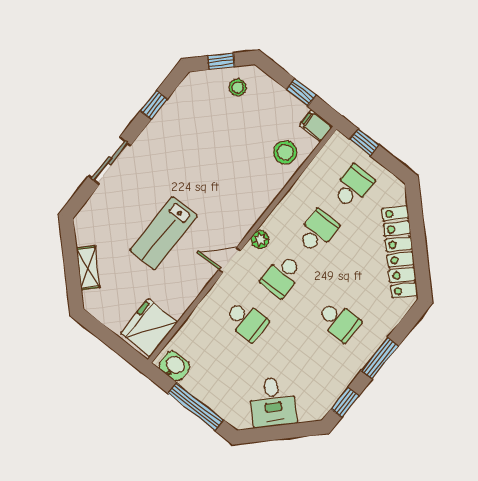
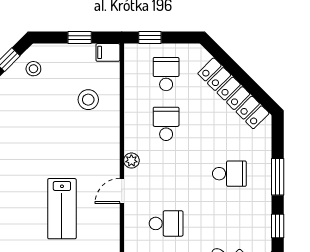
stool: (285, 152) -> (88, 100), moved
school desk: (282, 276) -> (166, 174), removed

